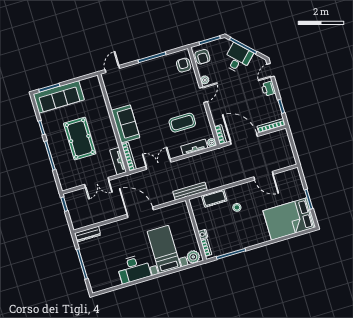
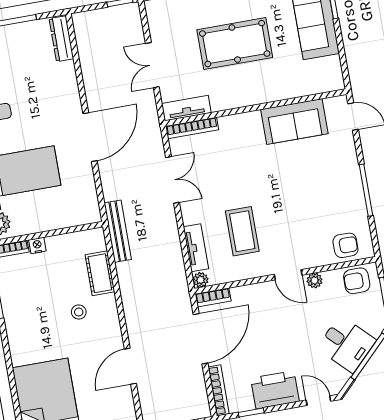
printer: (268, 89) -> (275, 390), width x1.87, depth x1.48
sofa: (126, 124) -> (294, 121), moved

